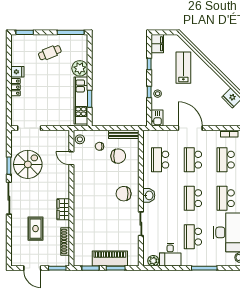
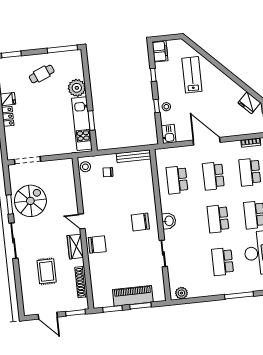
chair: (118, 156) -> (97, 245), moved
door: (71, 158) -> (82, 221), moved
desk: (170, 255) -> (200, 284), removed

